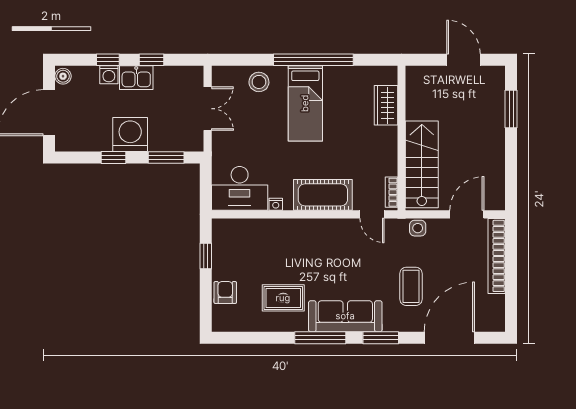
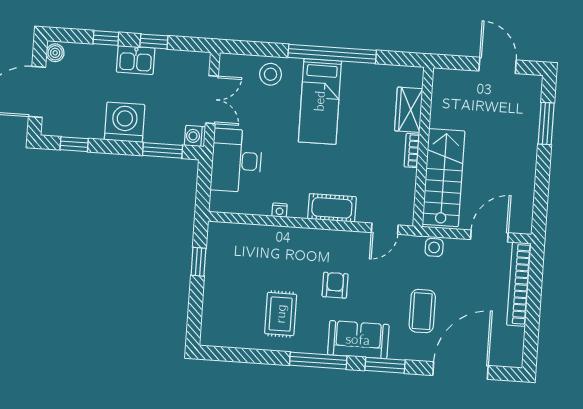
washing machine: (109, 75) -> (195, 136), moved, turned 90
window: (114, 158) -> (74, 144), moved
desk: (240, 188) -> (236, 161), moved, turned 90
bookcase: (391, 192) -> (412, 151), moved
cot: (323, 195) -> (332, 208), width x0.73, depth x0.75
door: (372, 214) -> (385, 229), hinge flipped
armchair: (225, 292) -> (335, 285), moved
rug: (283, 298) -> (281, 314), turned 90
sofa: (345, 316) -> (358, 340), width x0.73

